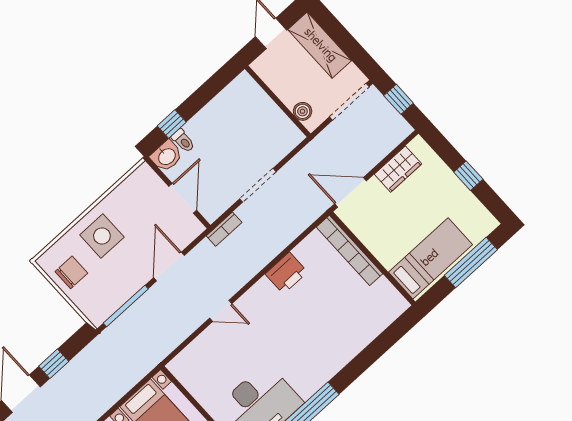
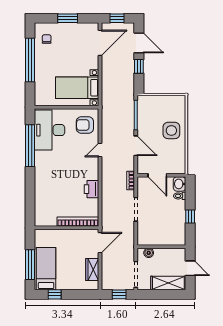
window: (172, 124) -> (190, 217), moved
window: (468, 176) -> (55, 294), moved
bed: (430, 258) -> (46, 269), moved, turned 180
chair: (71, 272) -> (168, 106), removed
armchair: (205, 364) -> (85, 125), added

